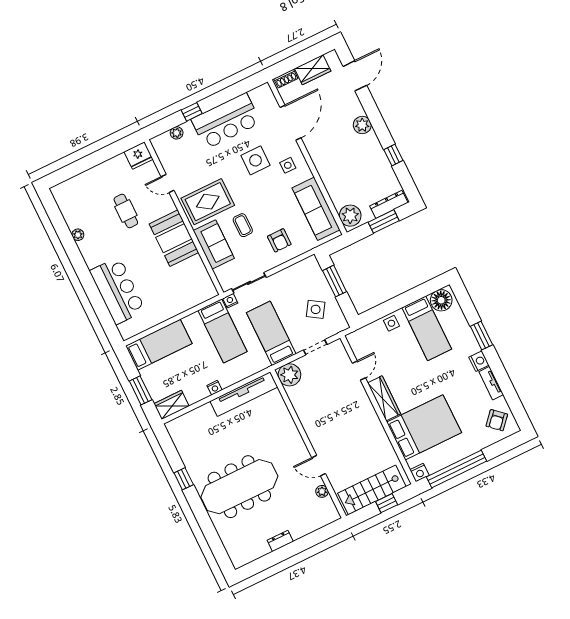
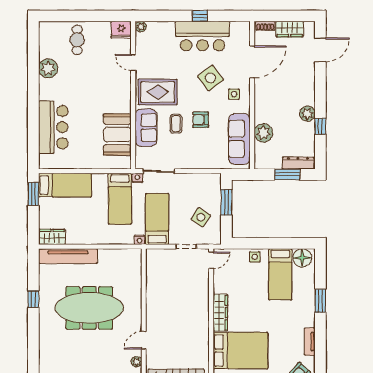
window: (192, 112) -> (200, 16), moved
plant: (362, 125) -> (307, 114), moved
plant: (177, 133) -> (141, 27), moved
side table: (255, 160) -> (211, 78), turned -38
cafe table: (126, 211) -> (77, 40), moved
plant: (350, 216) -> (263, 133), moved
plant: (78, 235) -> (48, 68), width x1.87, depth x1.87
booth: (174, 238) -> (117, 135), moved
armchair: (279, 240) -> (201, 120), moved, turned 90
nightstand: (479, 361) -> (309, 320), removed
door: (359, 371) -> (211, 260), moved
plant: (289, 375) -> (155, 258), removed
nightstand: (215, 388) -> (139, 240), moved
window: (141, 390) -> (33, 194), moved
tv unit: (244, 394) -> (68, 256), moved
door: (319, 466) -> (144, 340), hinge flipped
meeting table: (239, 487) -> (89, 308), moved

